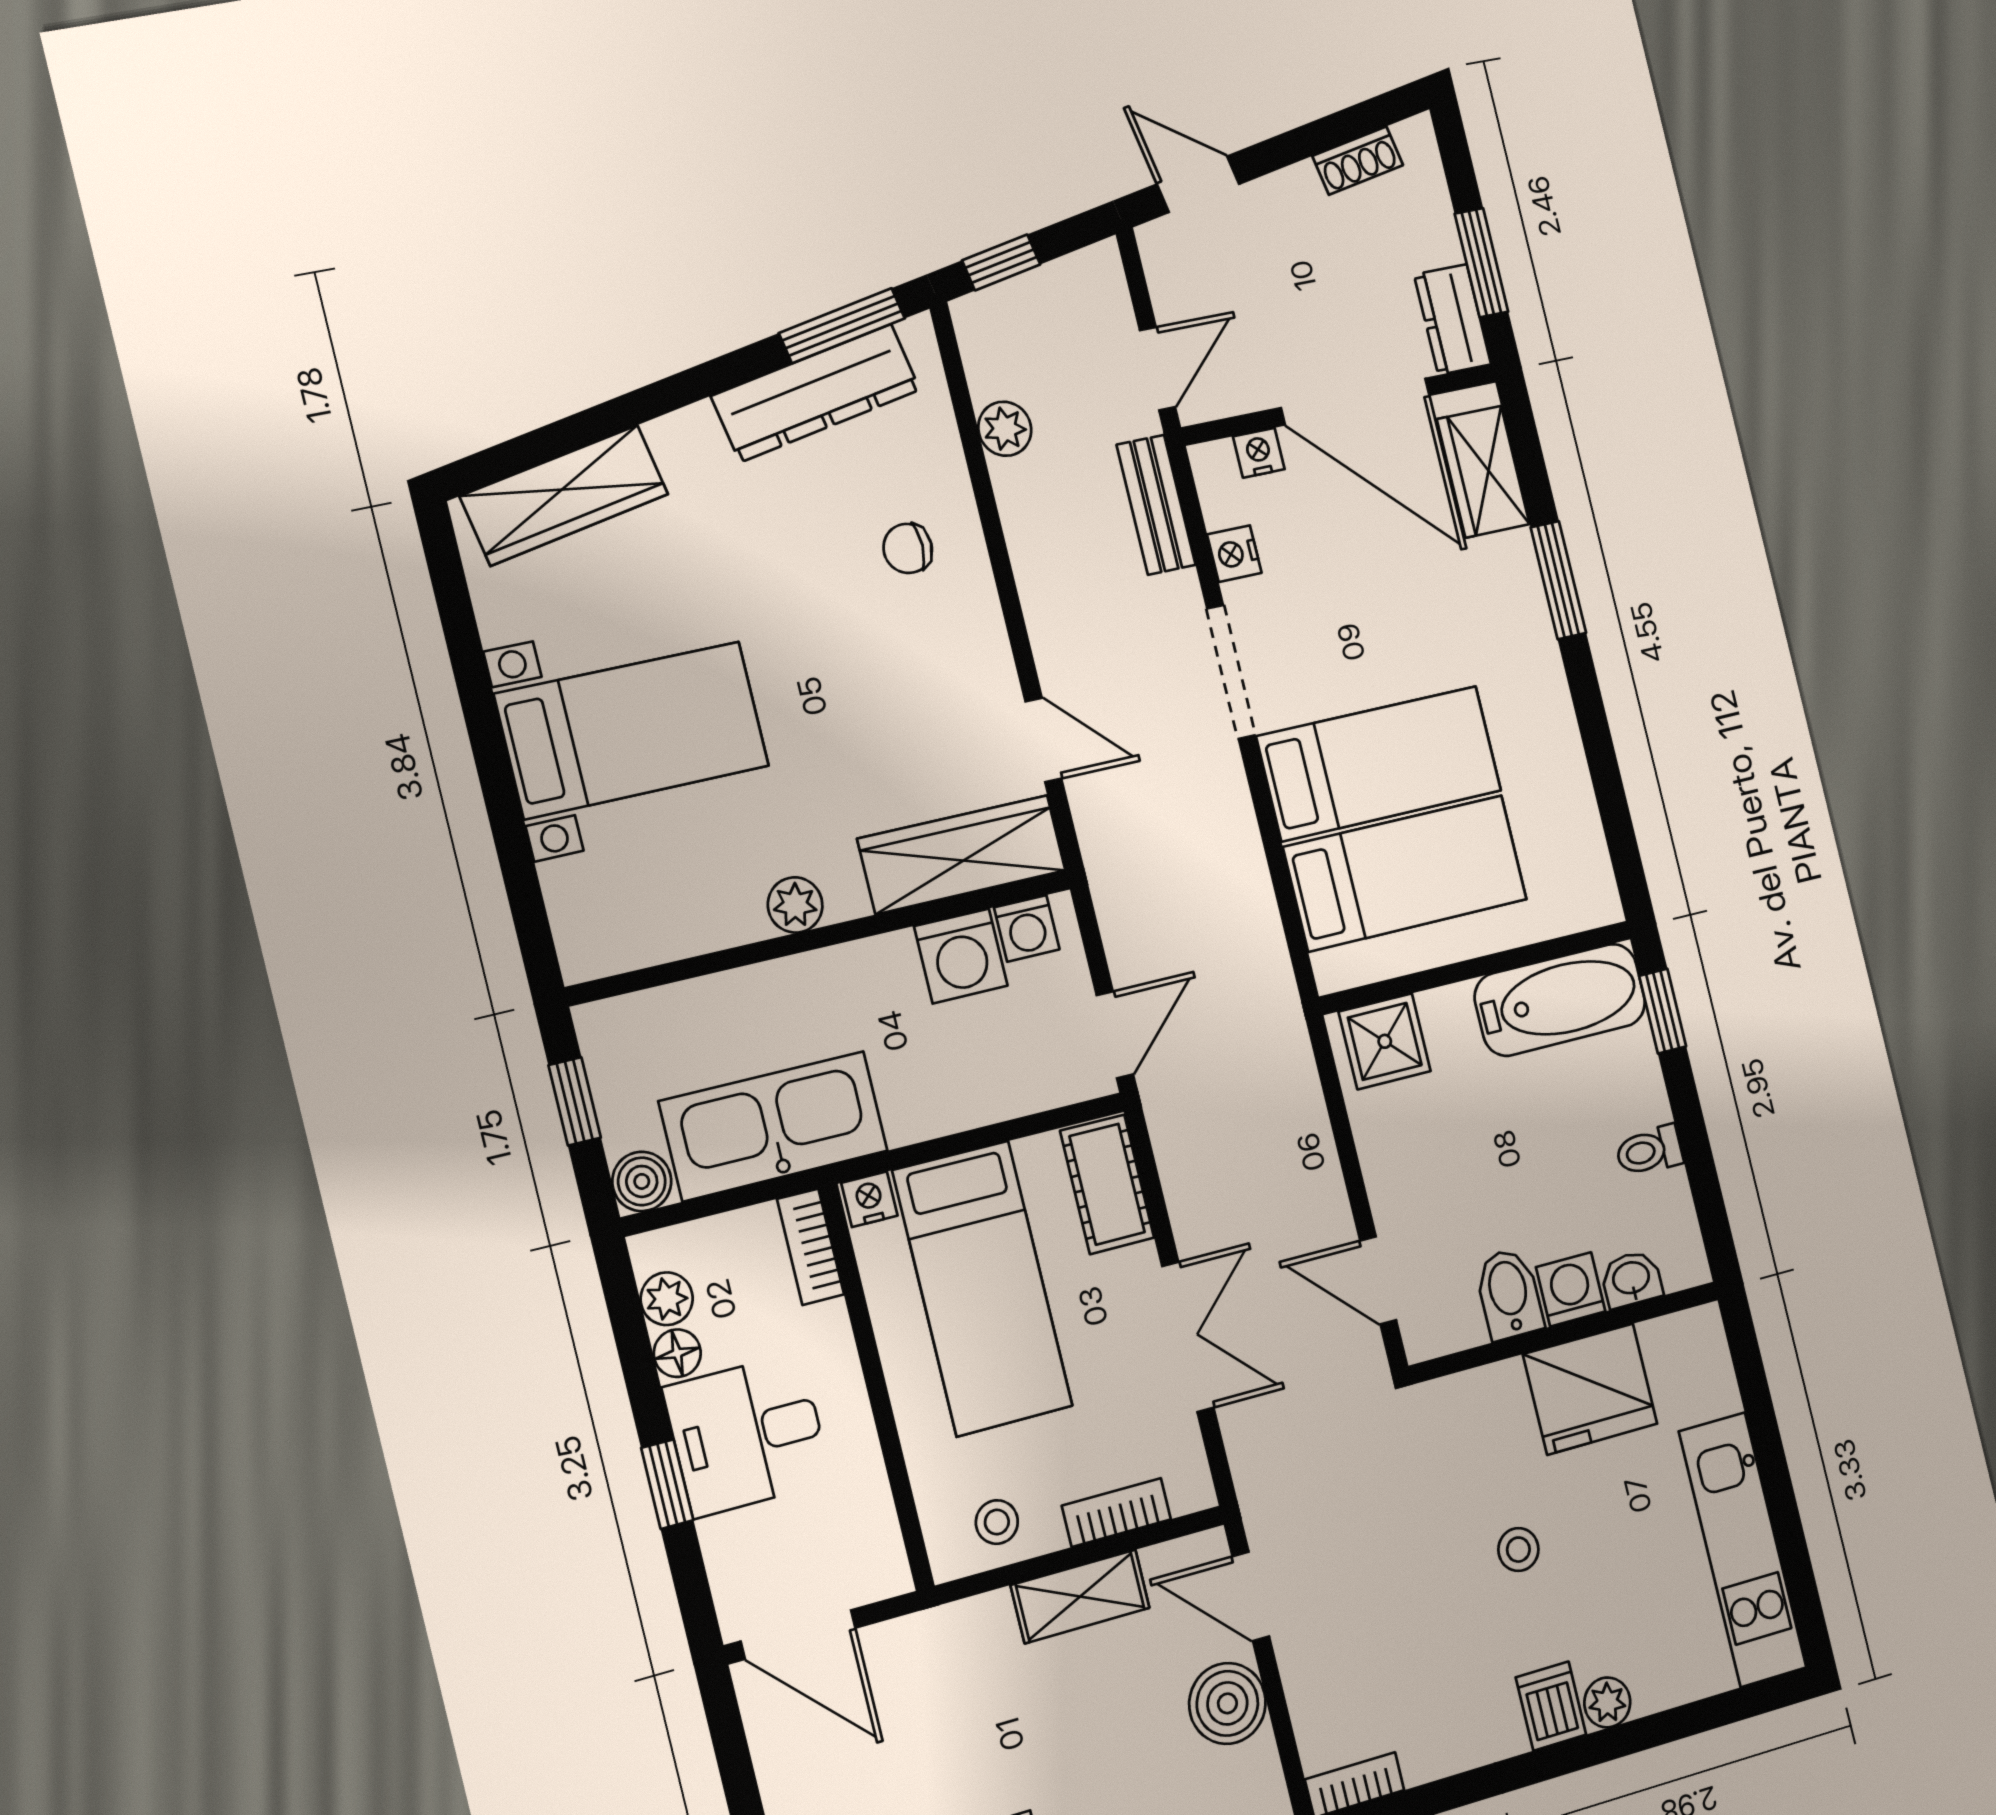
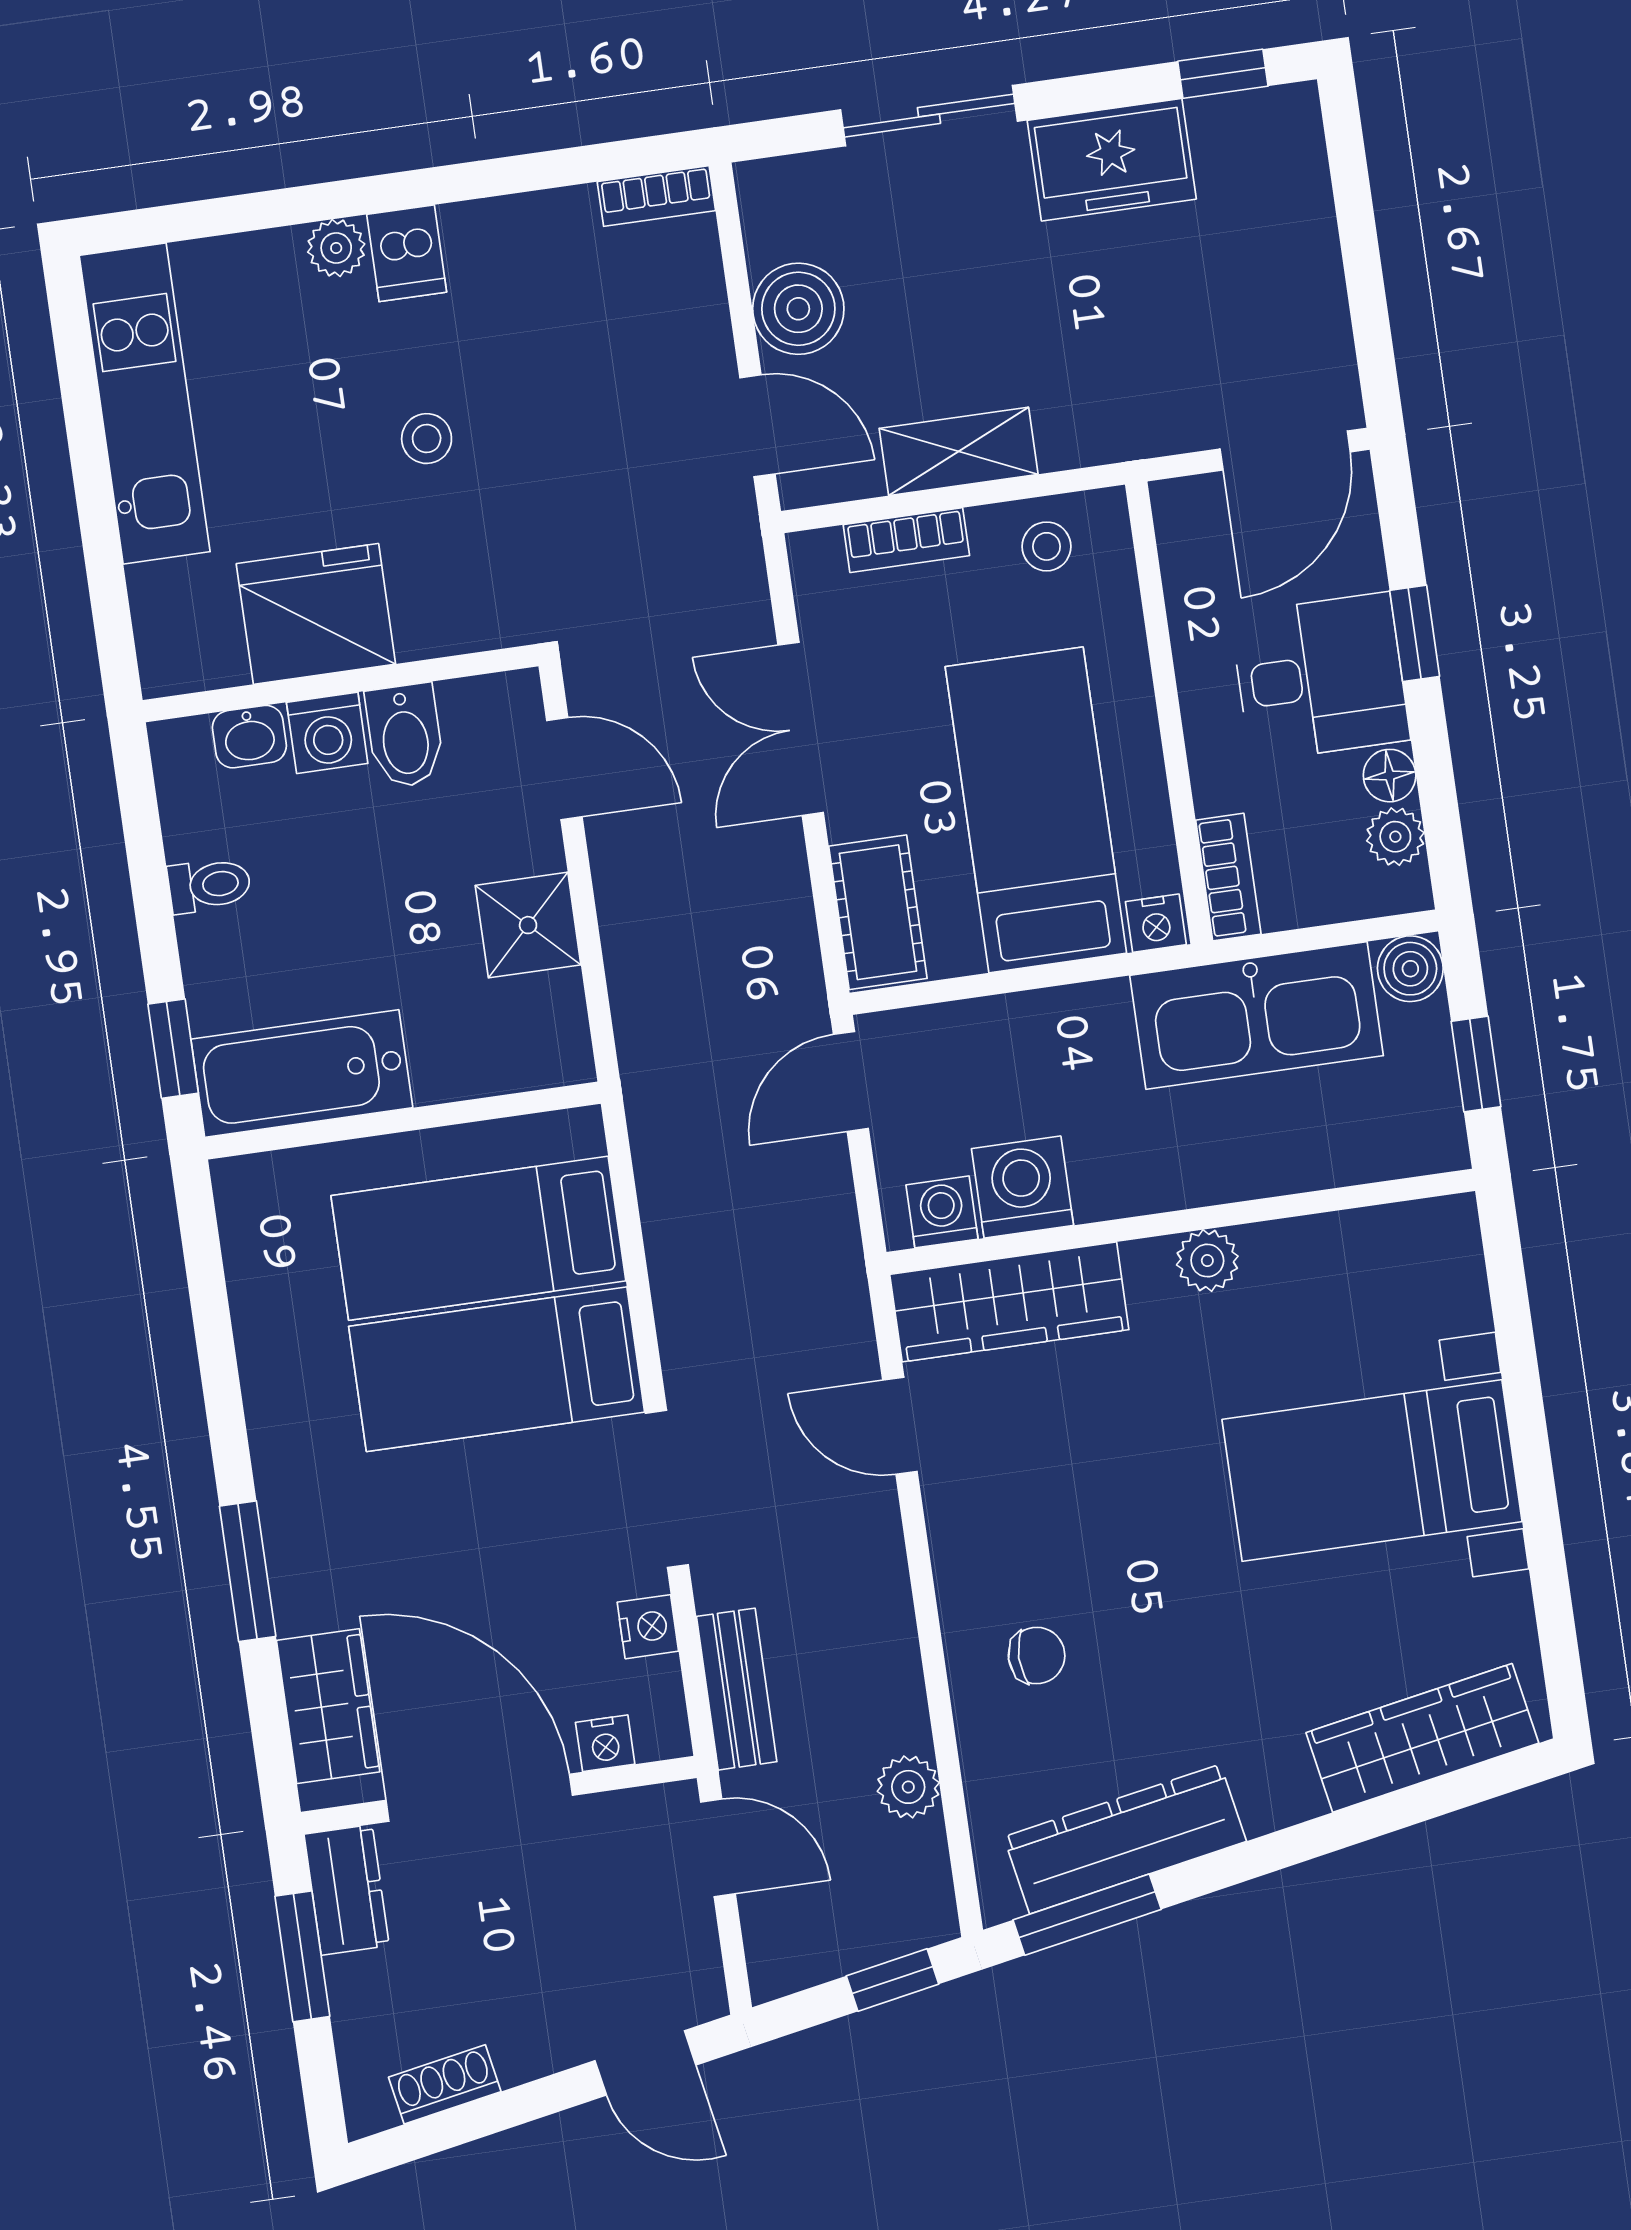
door: (1157, 369) -> (718, 1848), swing flipped
shower: (1385, 1041) -> (528, 925), moved
door: (798, 1635) -> (1285, 450), swing flipped

